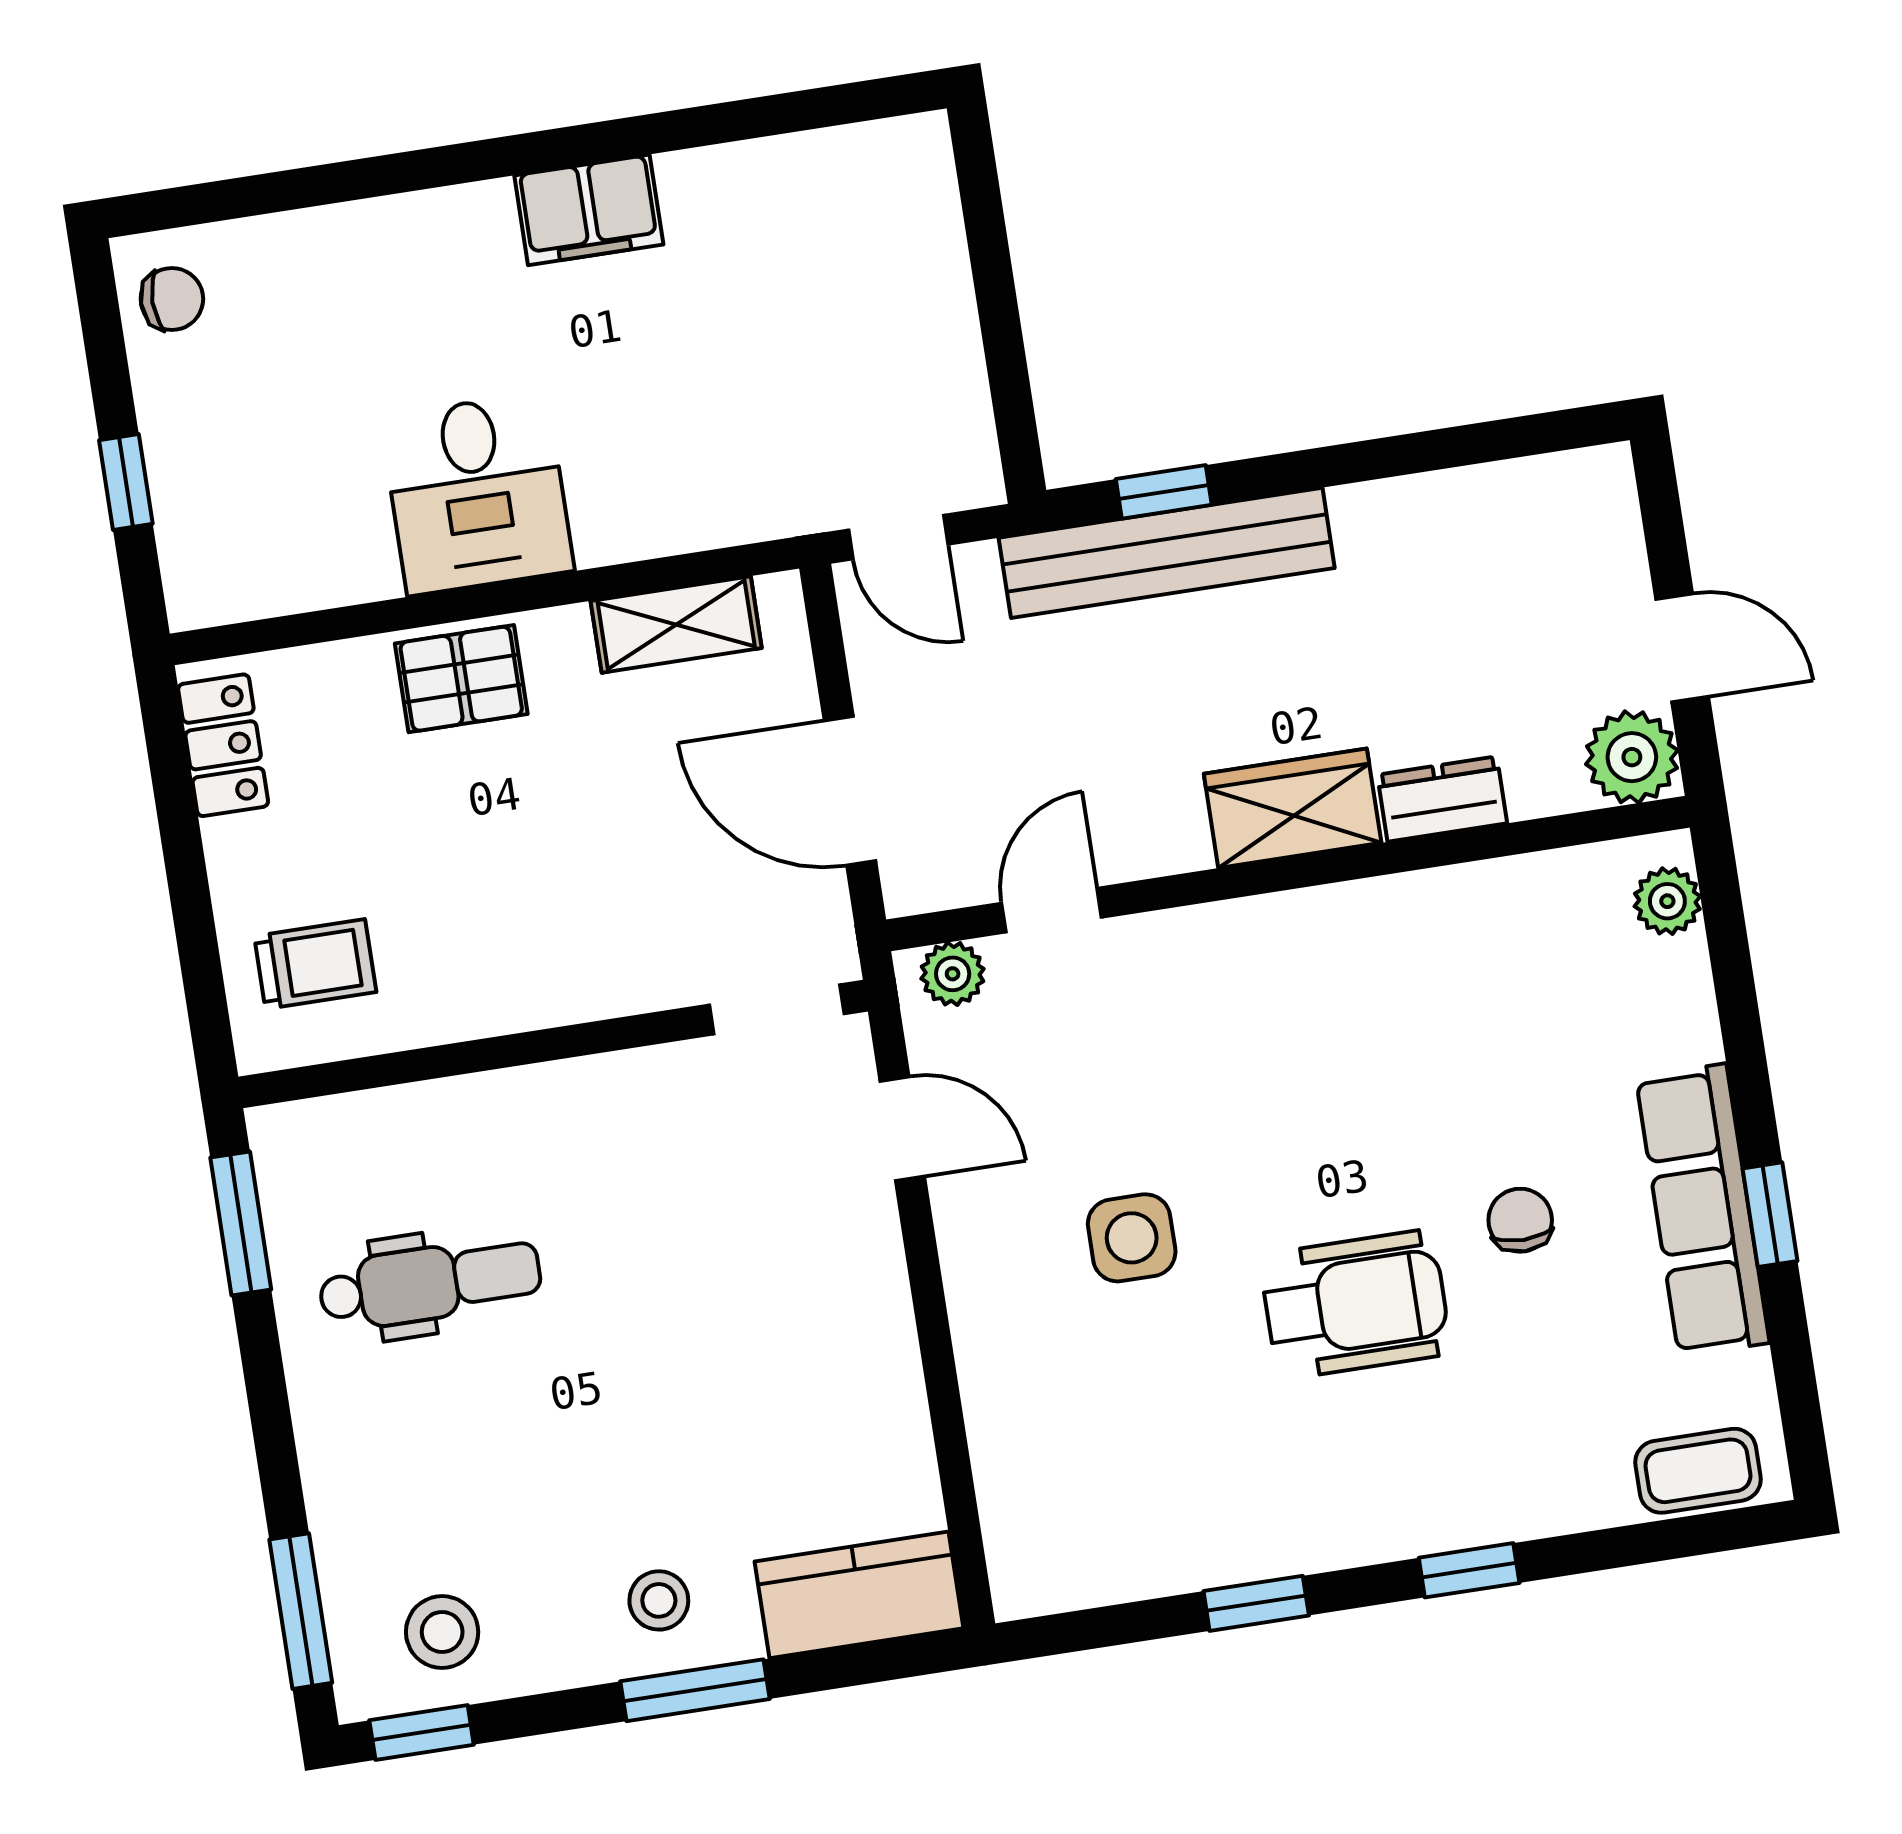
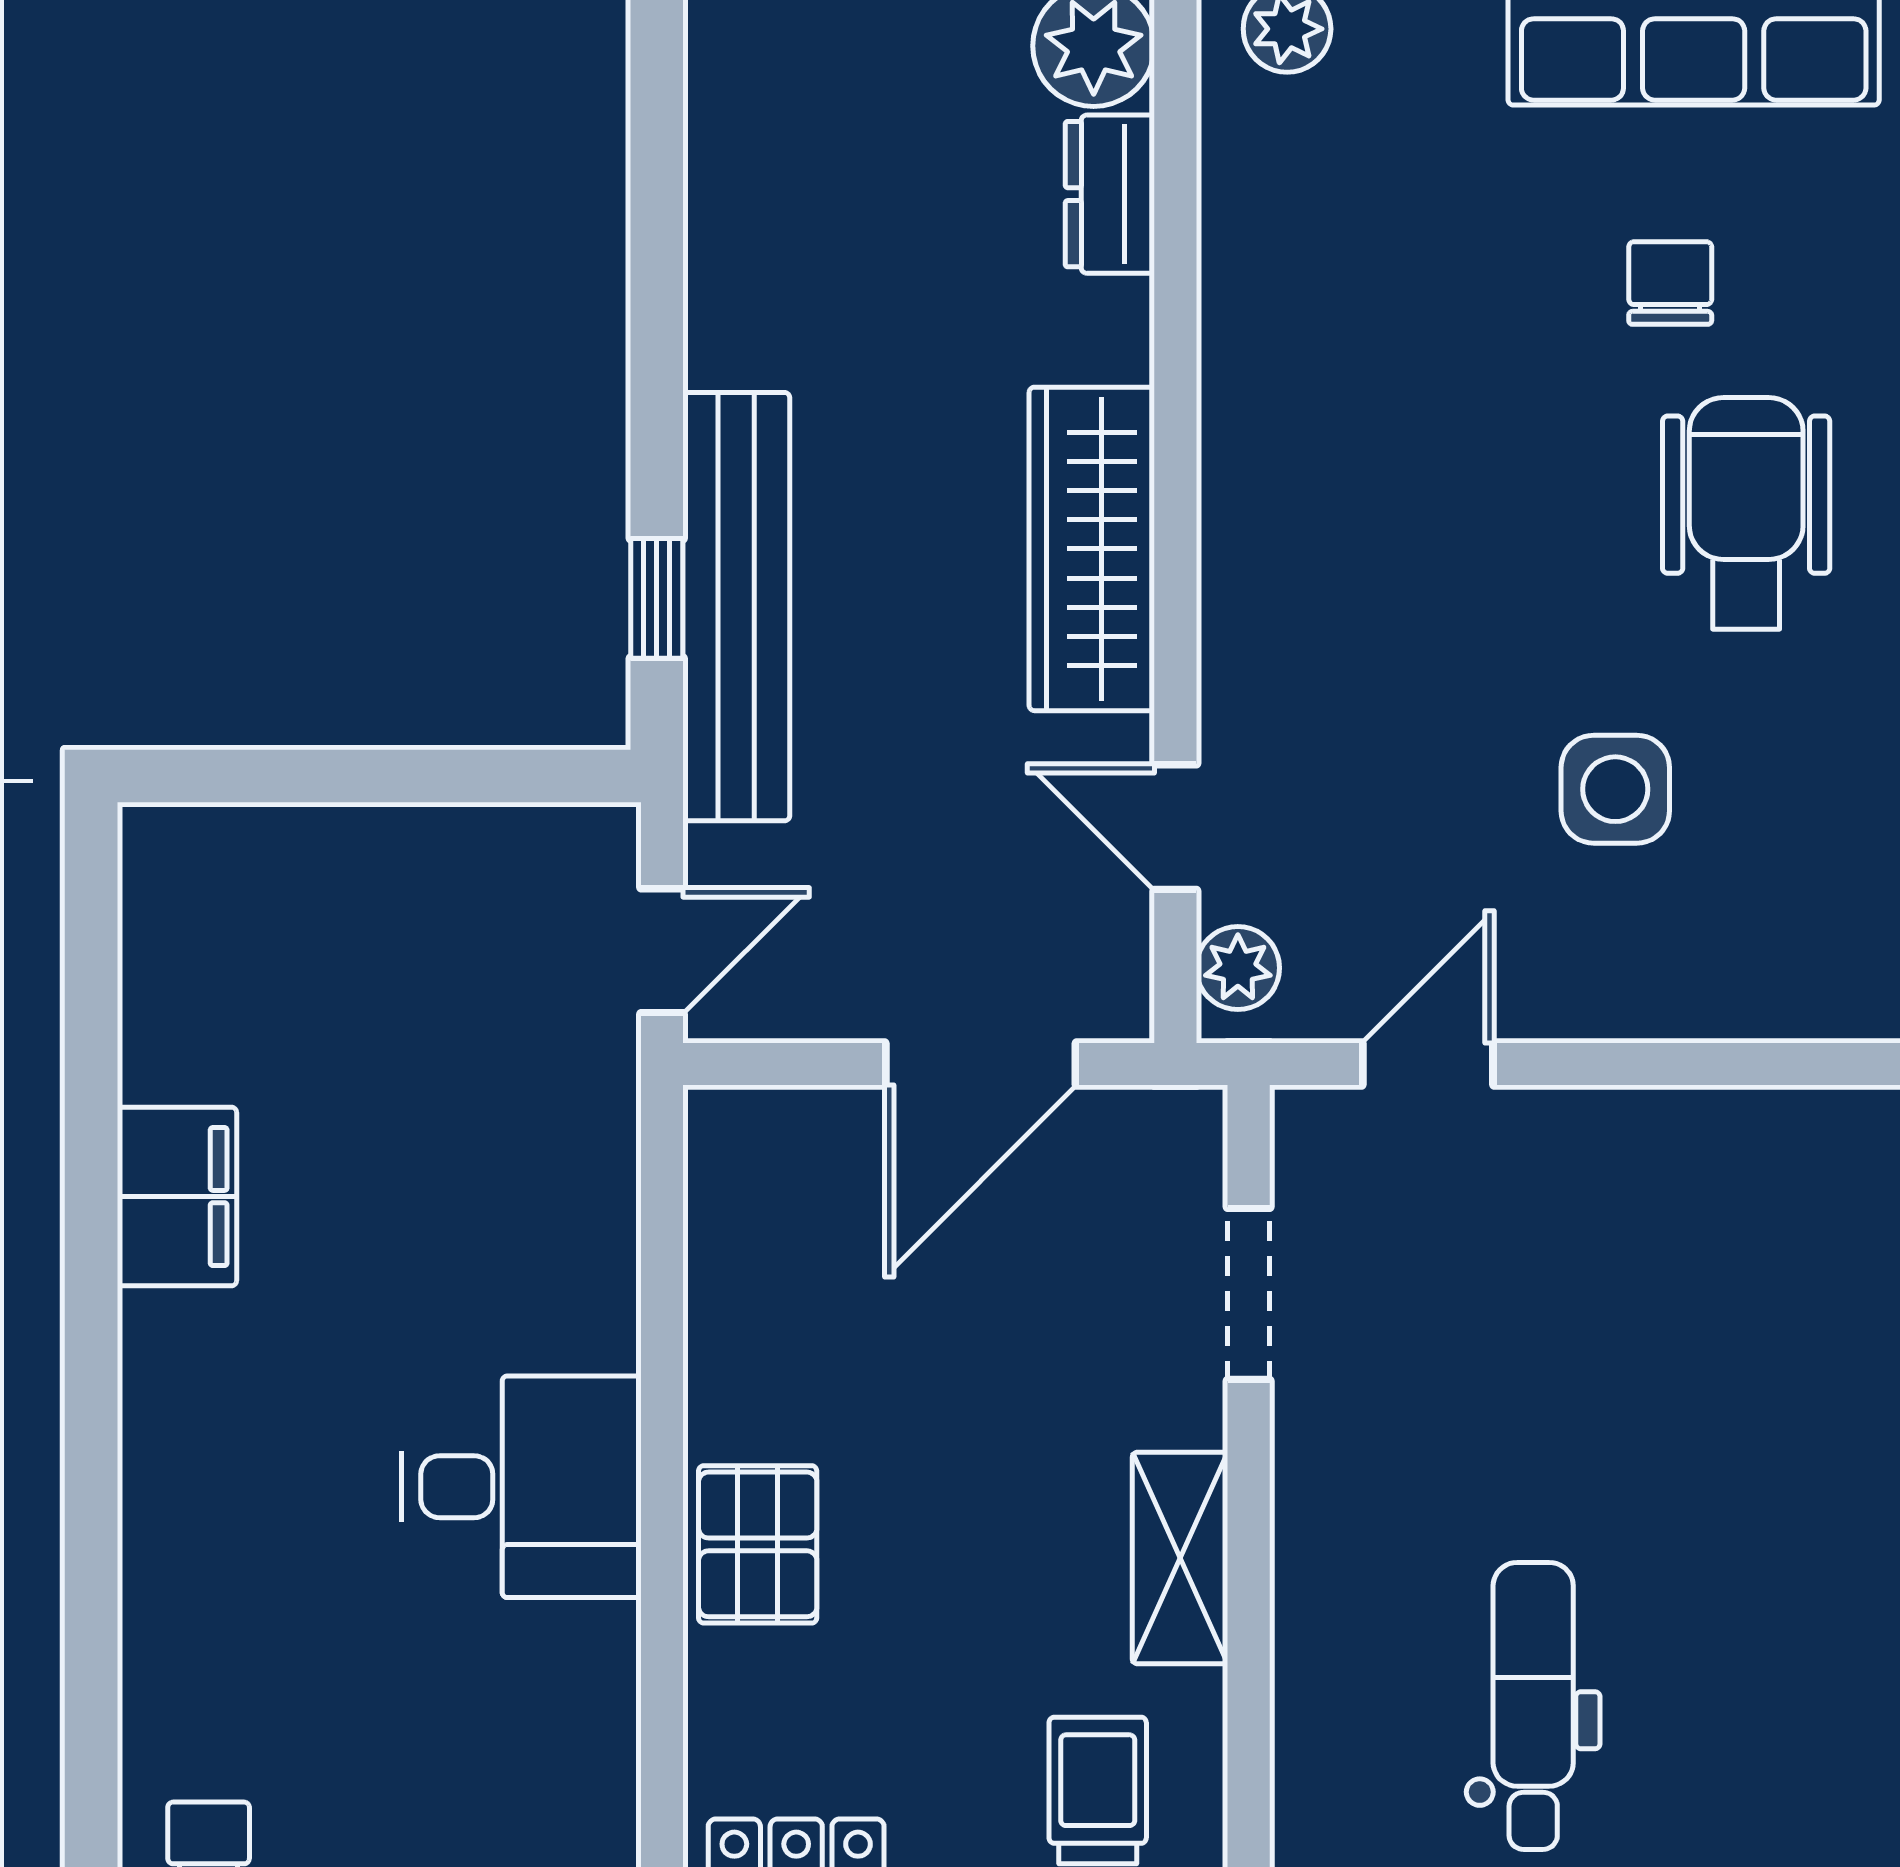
filing cabinet: (589, 210) -> (177, 1197), moved
shelving: (676, 625) -> (1180, 1558), moved
dresser: (1442, 799) -> (1110, 194), moved
wardrobe: (1293, 808) -> (1092, 549), width x1.50
doorway: (777, 1009) -> (1249, 1294), moved
chair: (1520, 1220) -> (1670, 283), turned 90

